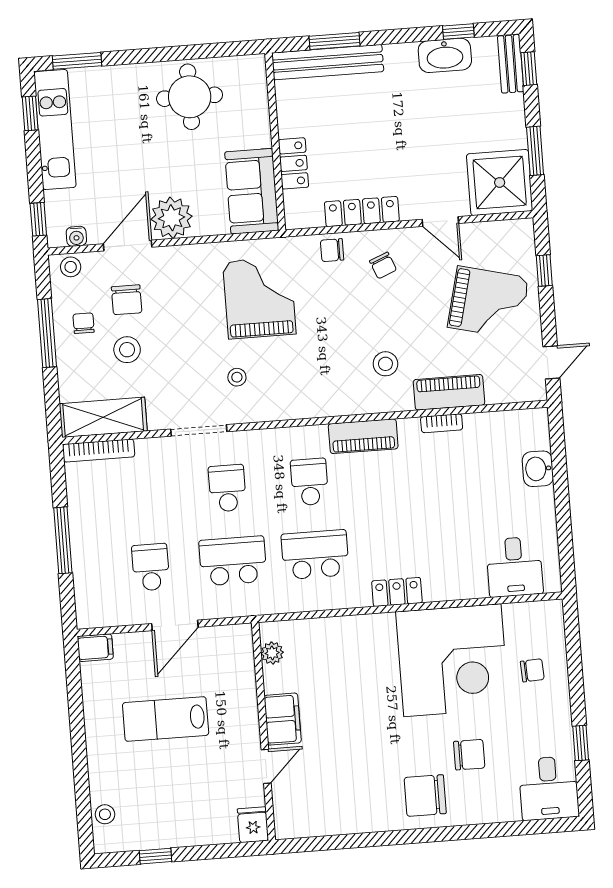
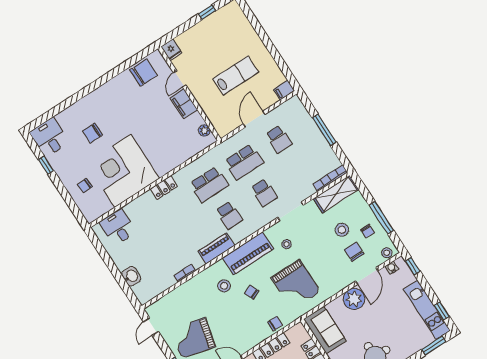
chair: (383, 265) -> (252, 292), moved
piano: (449, 392) -> (248, 253), moved, width x1.37, depth x1.33
chair: (425, 796) -> (144, 73), moved
stool: (105, 814) -> (239, 19), removed

